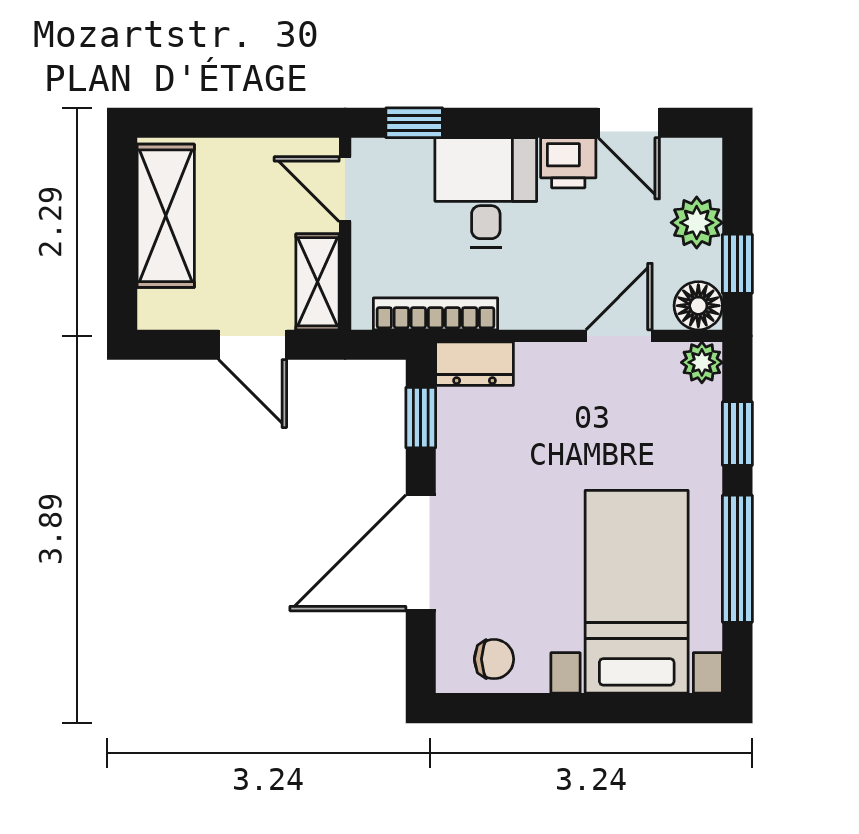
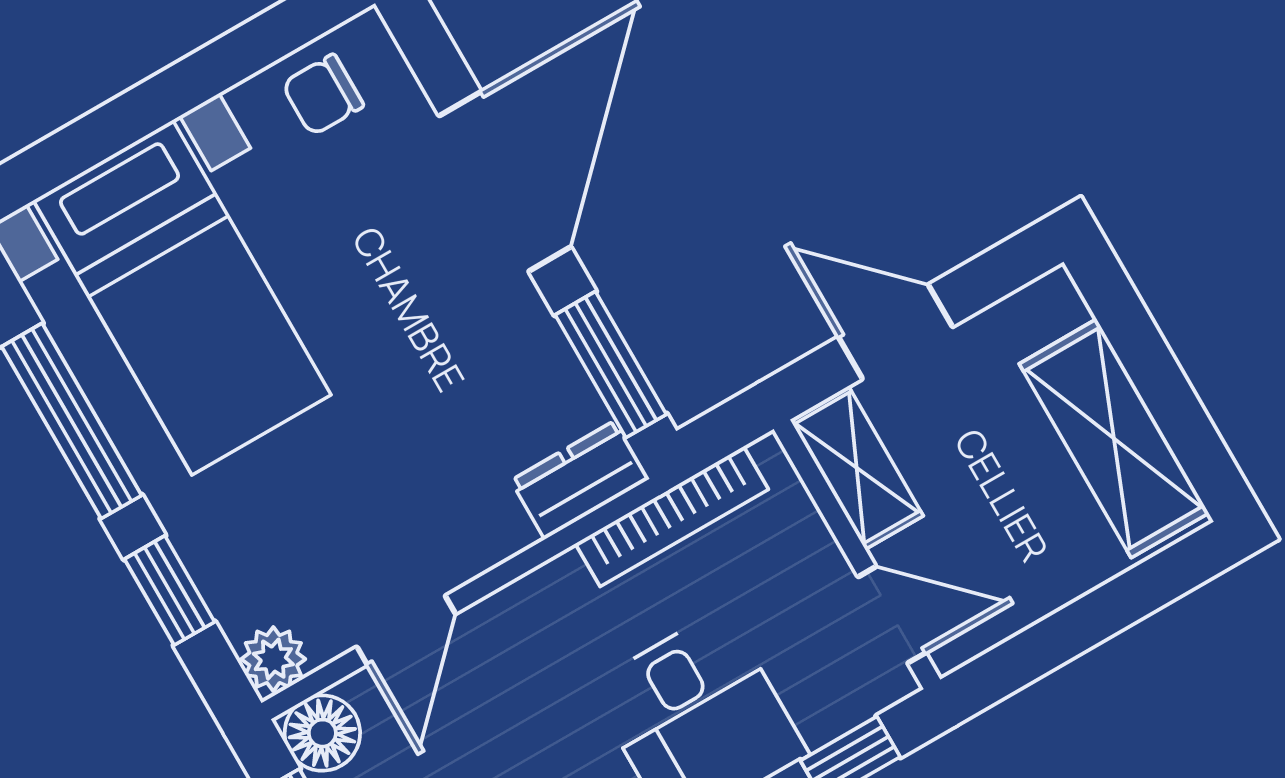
window: (421, 418) -> (611, 365), width x1.50

